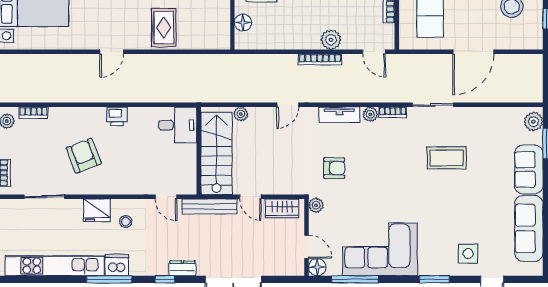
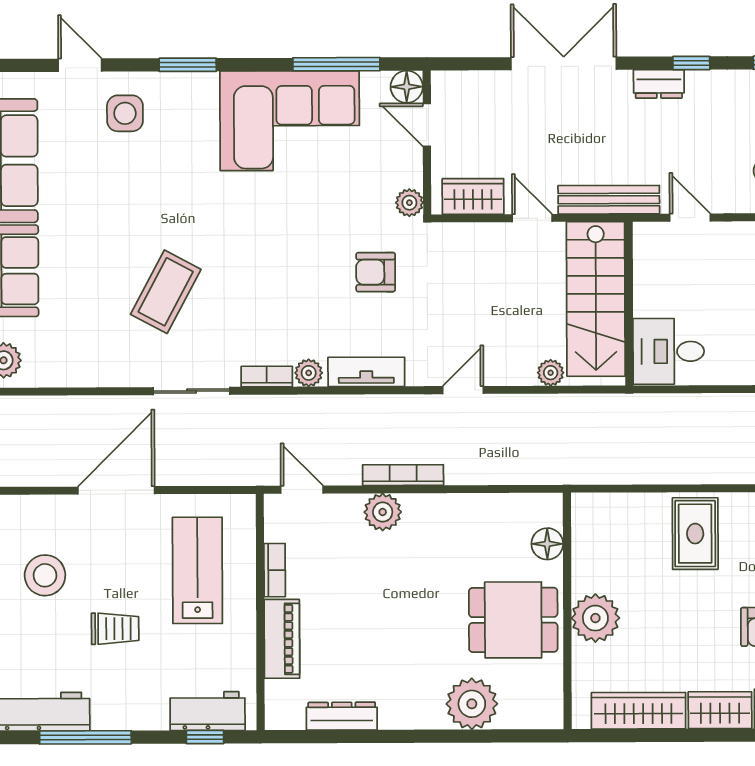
coffee table: (447, 158) -> (166, 292), turned -62

